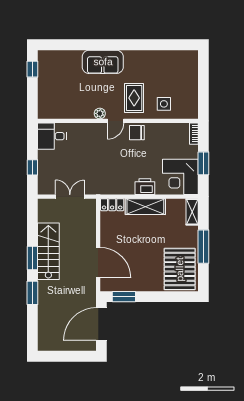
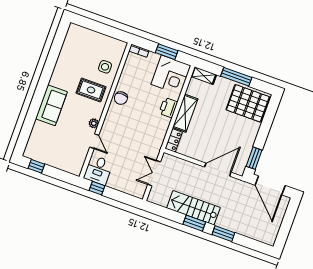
door: (116, 121) -> (94, 141), moved
window: (32, 167) -> (97, 188), moved

